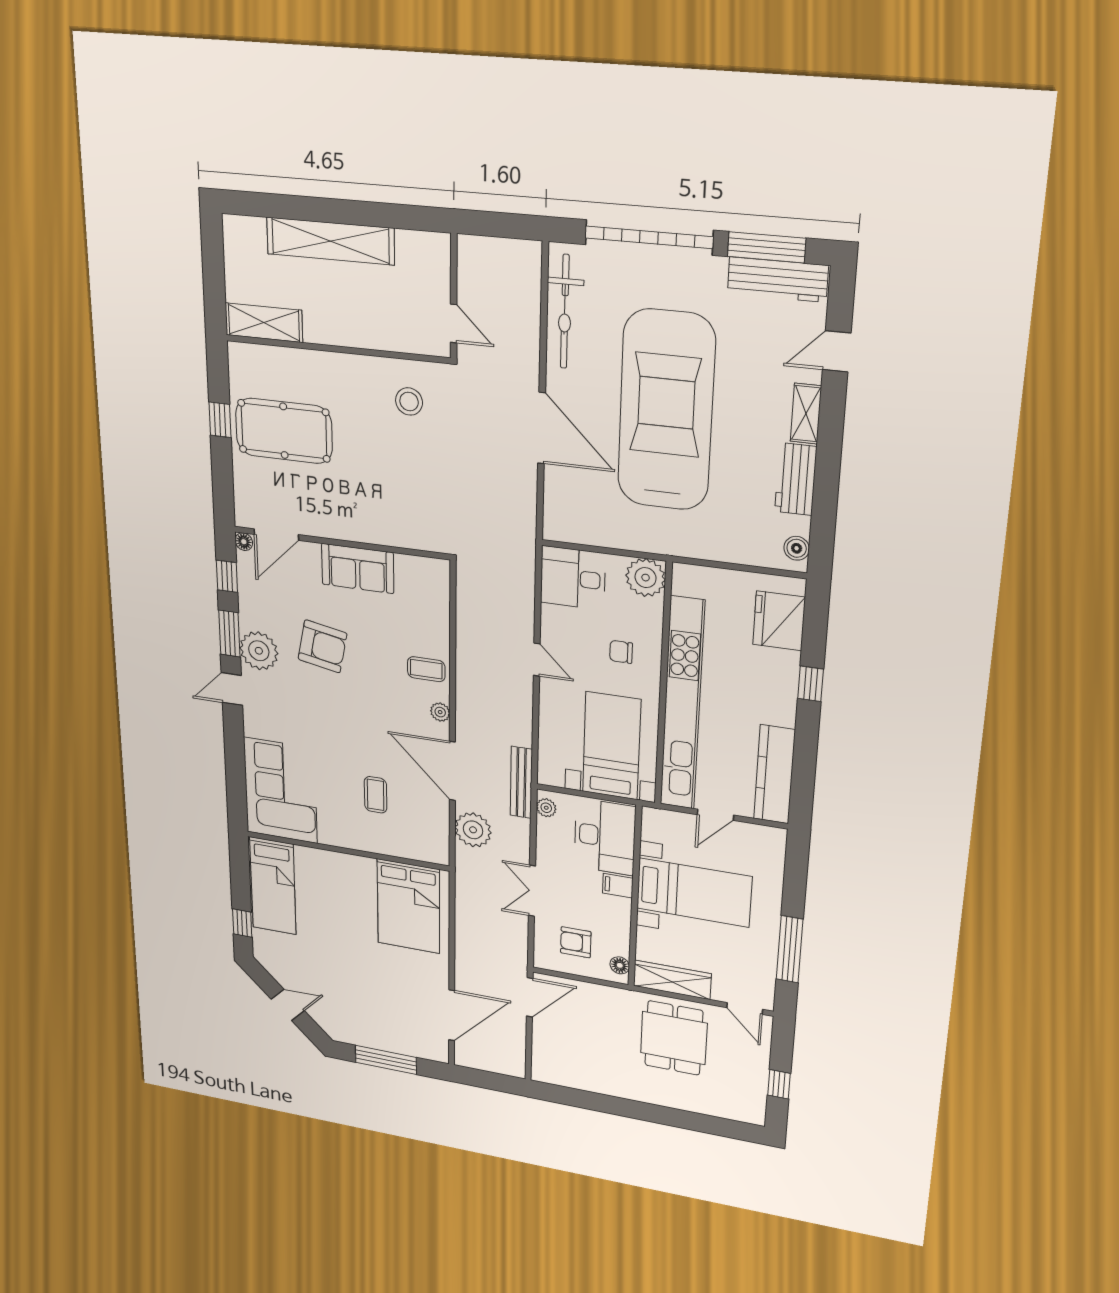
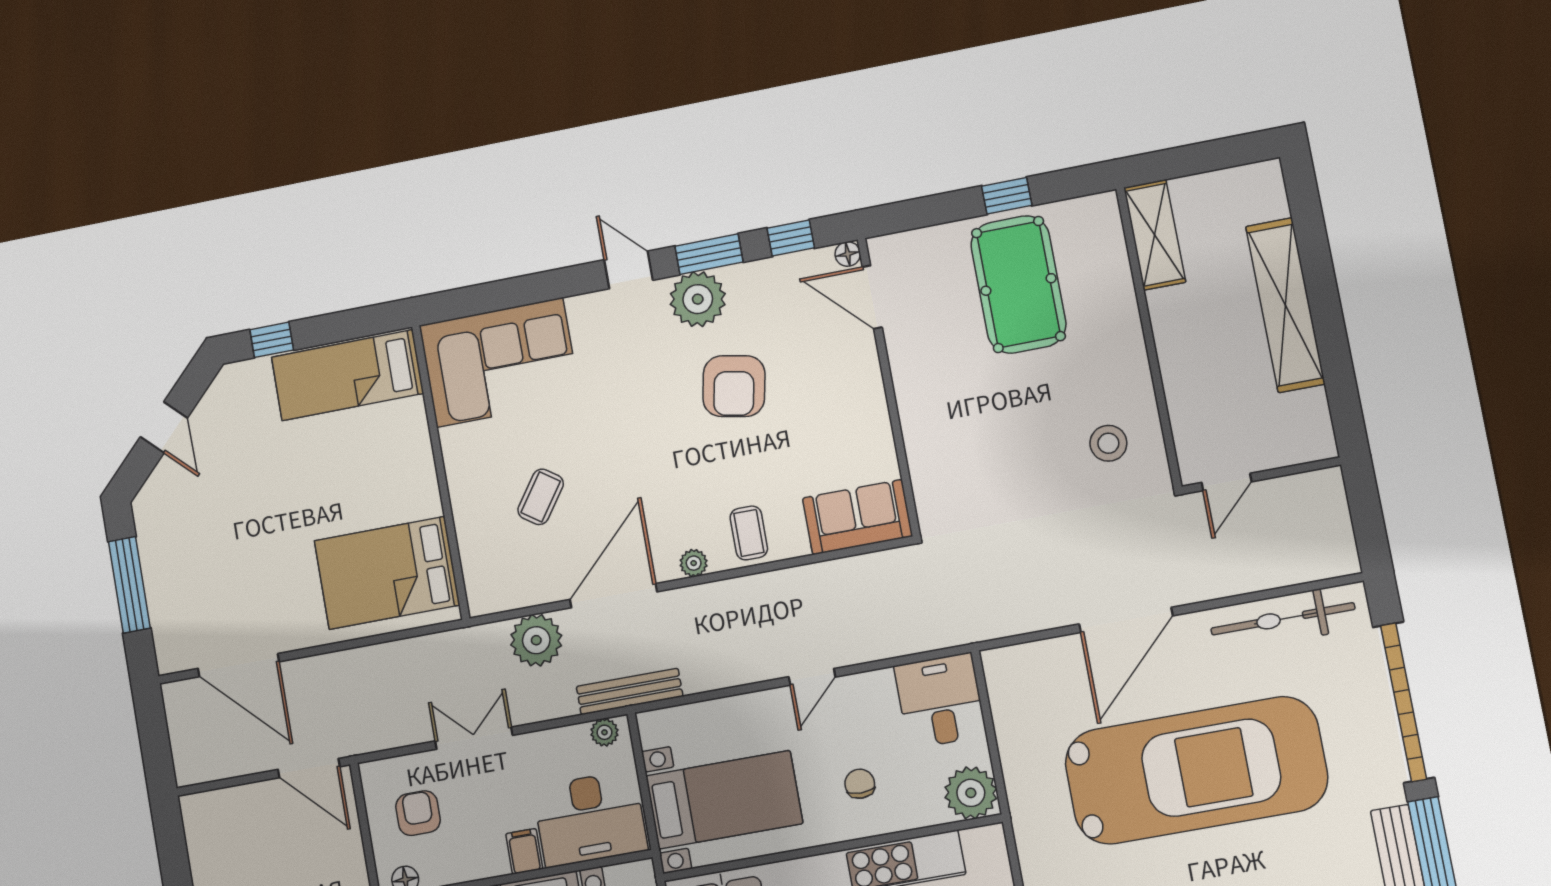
sofa: (358, 568) -> (857, 517), moved, turned 90
coffee table: (376, 795) -> (541, 497), turned -55

